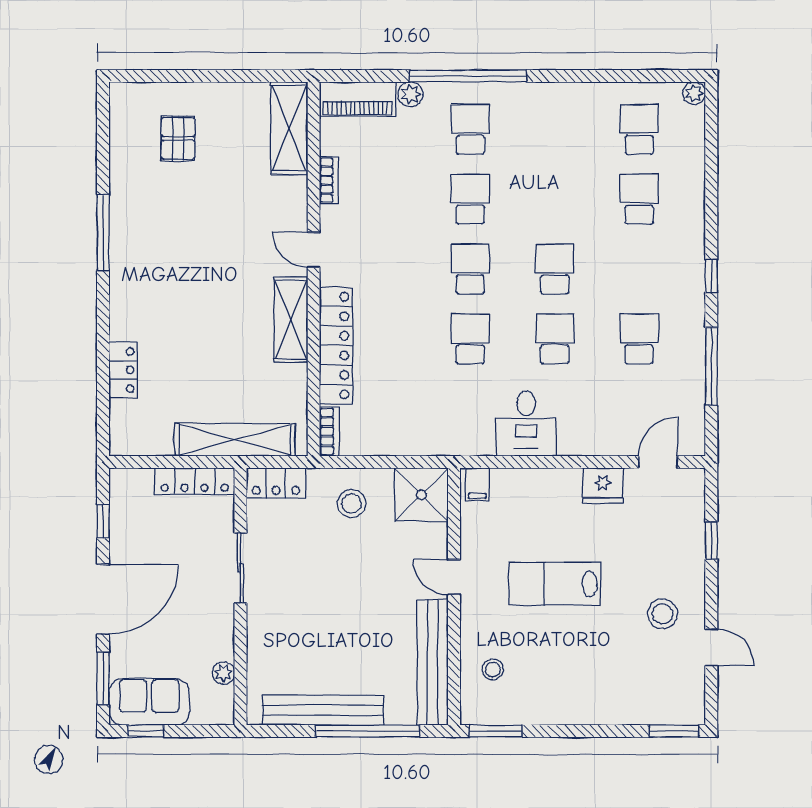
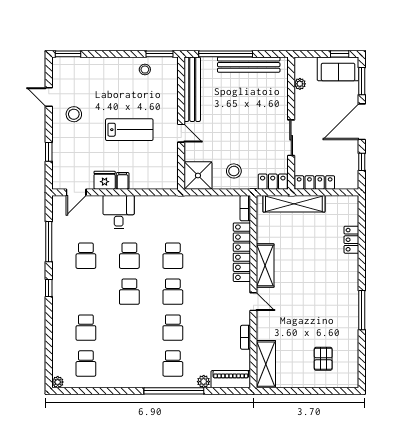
desk: (526, 424) -> (119, 212), moved
filing cabinet: (477, 484) -> (123, 181), moved
stool: (493, 670) -> (145, 70), moved

